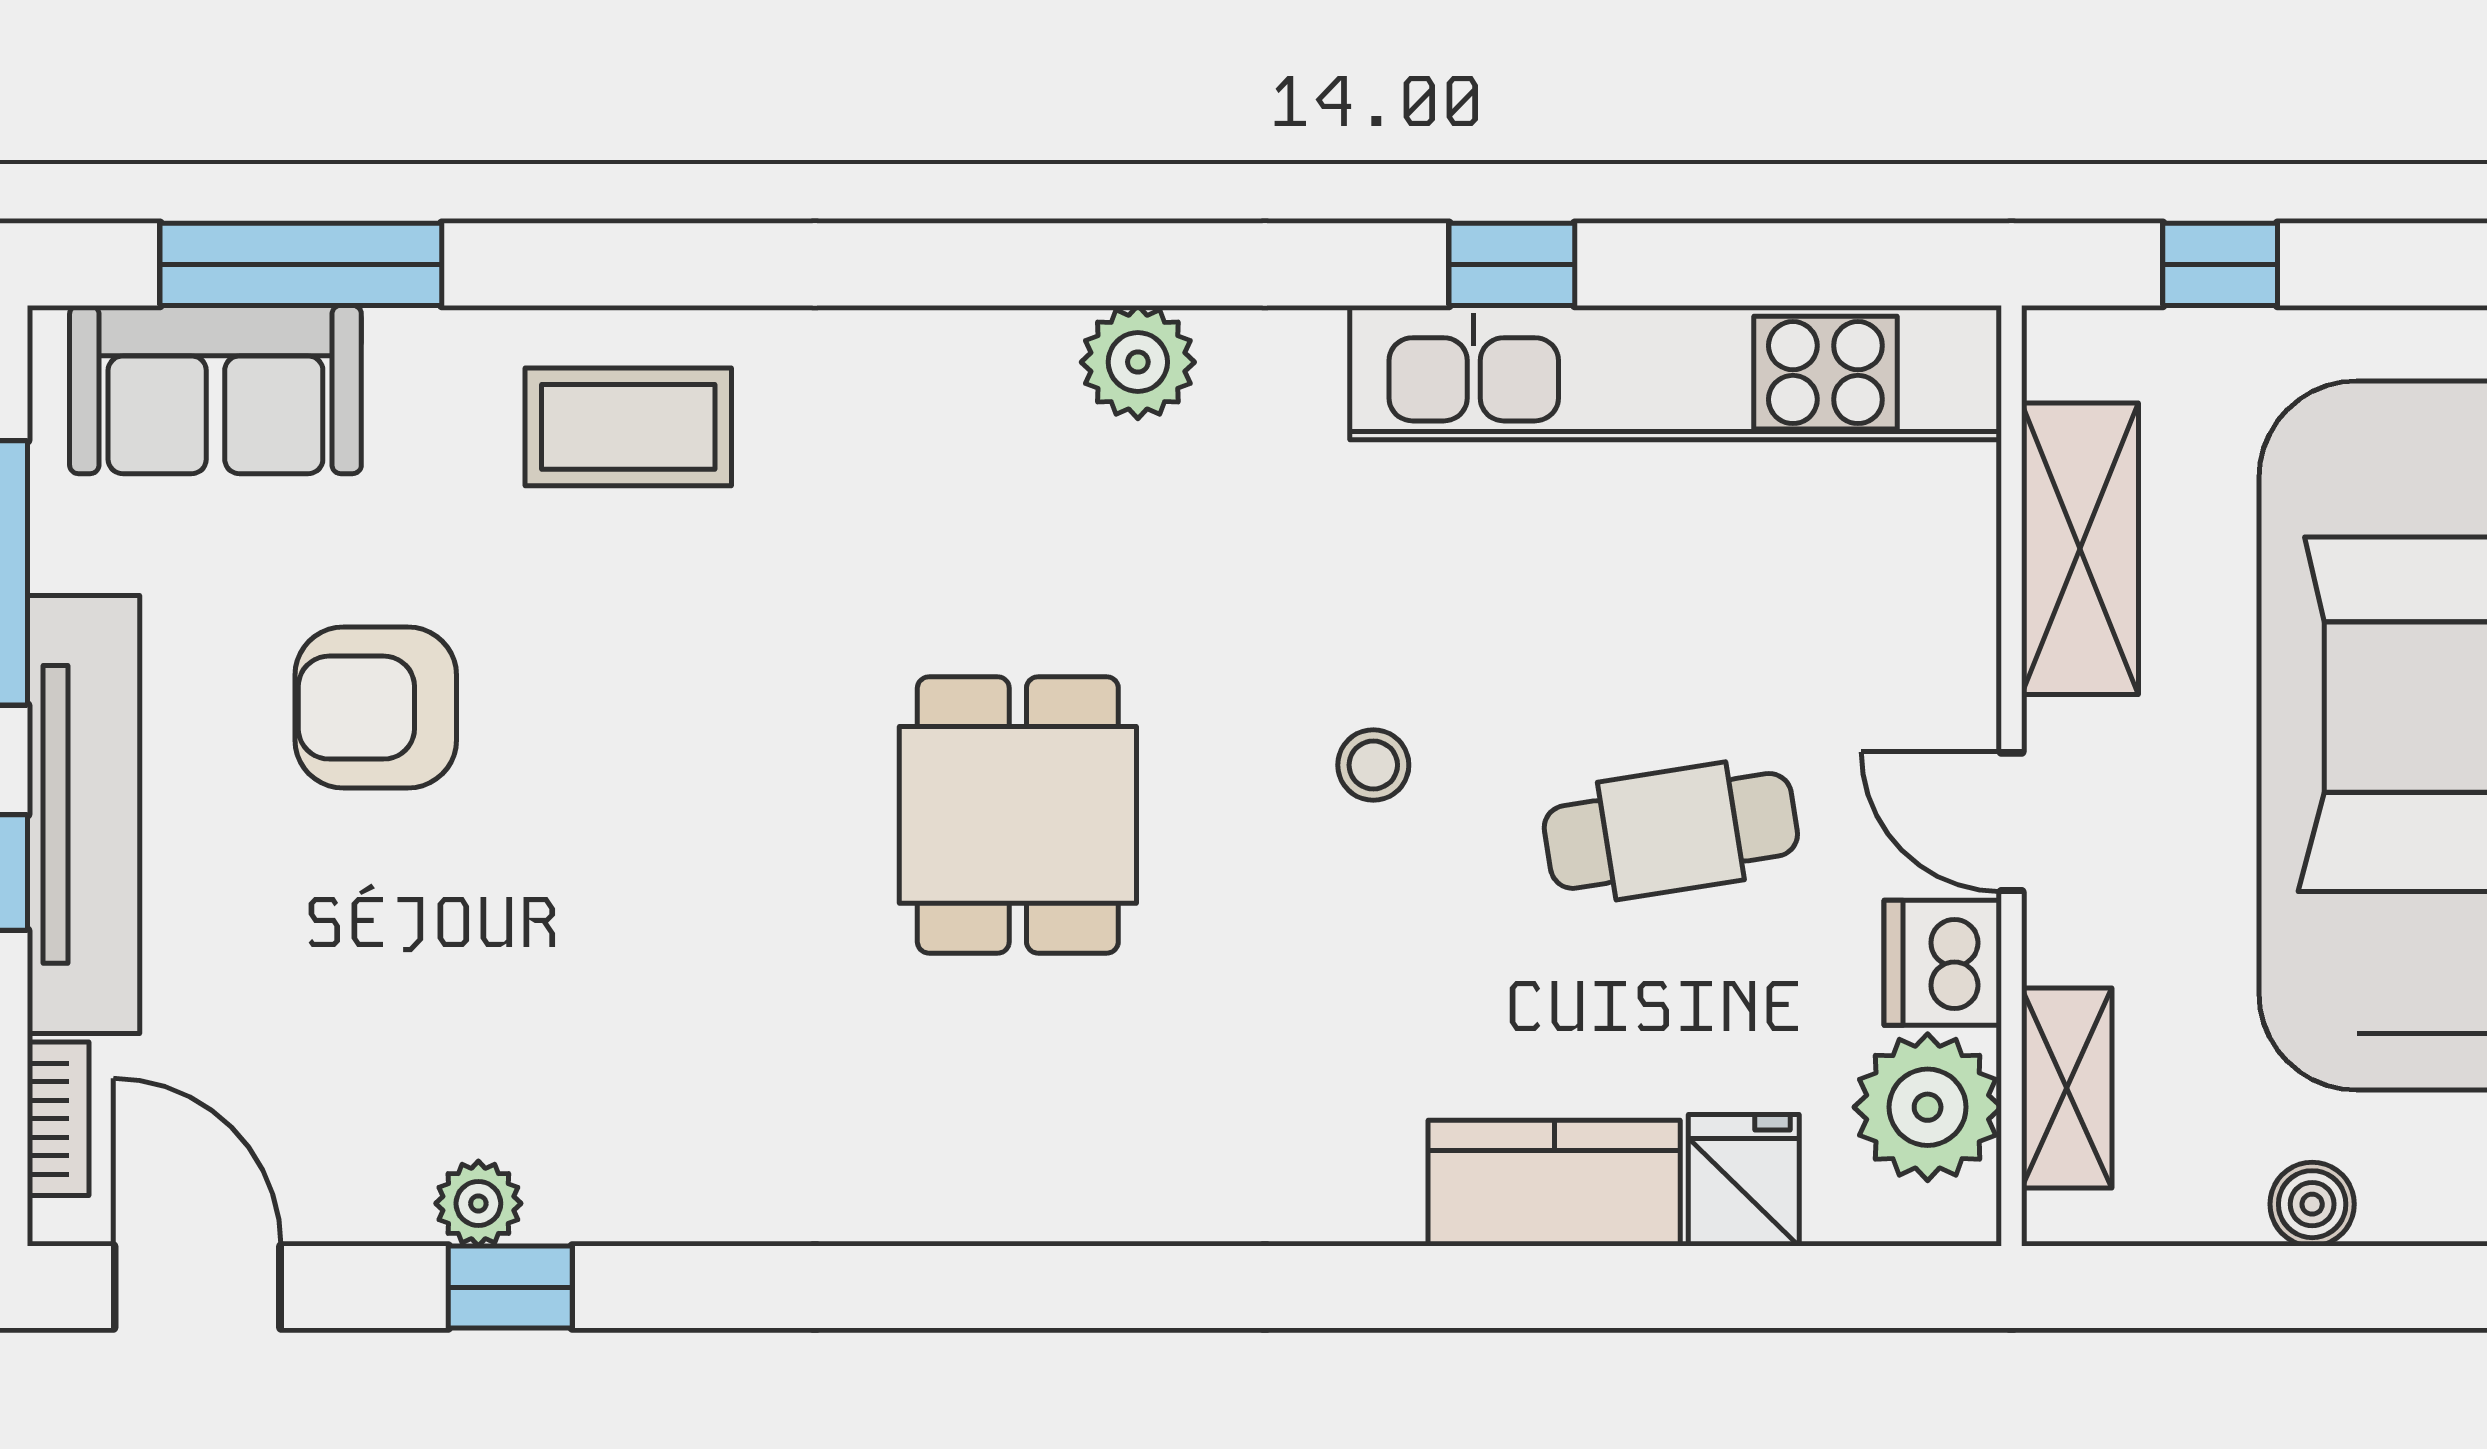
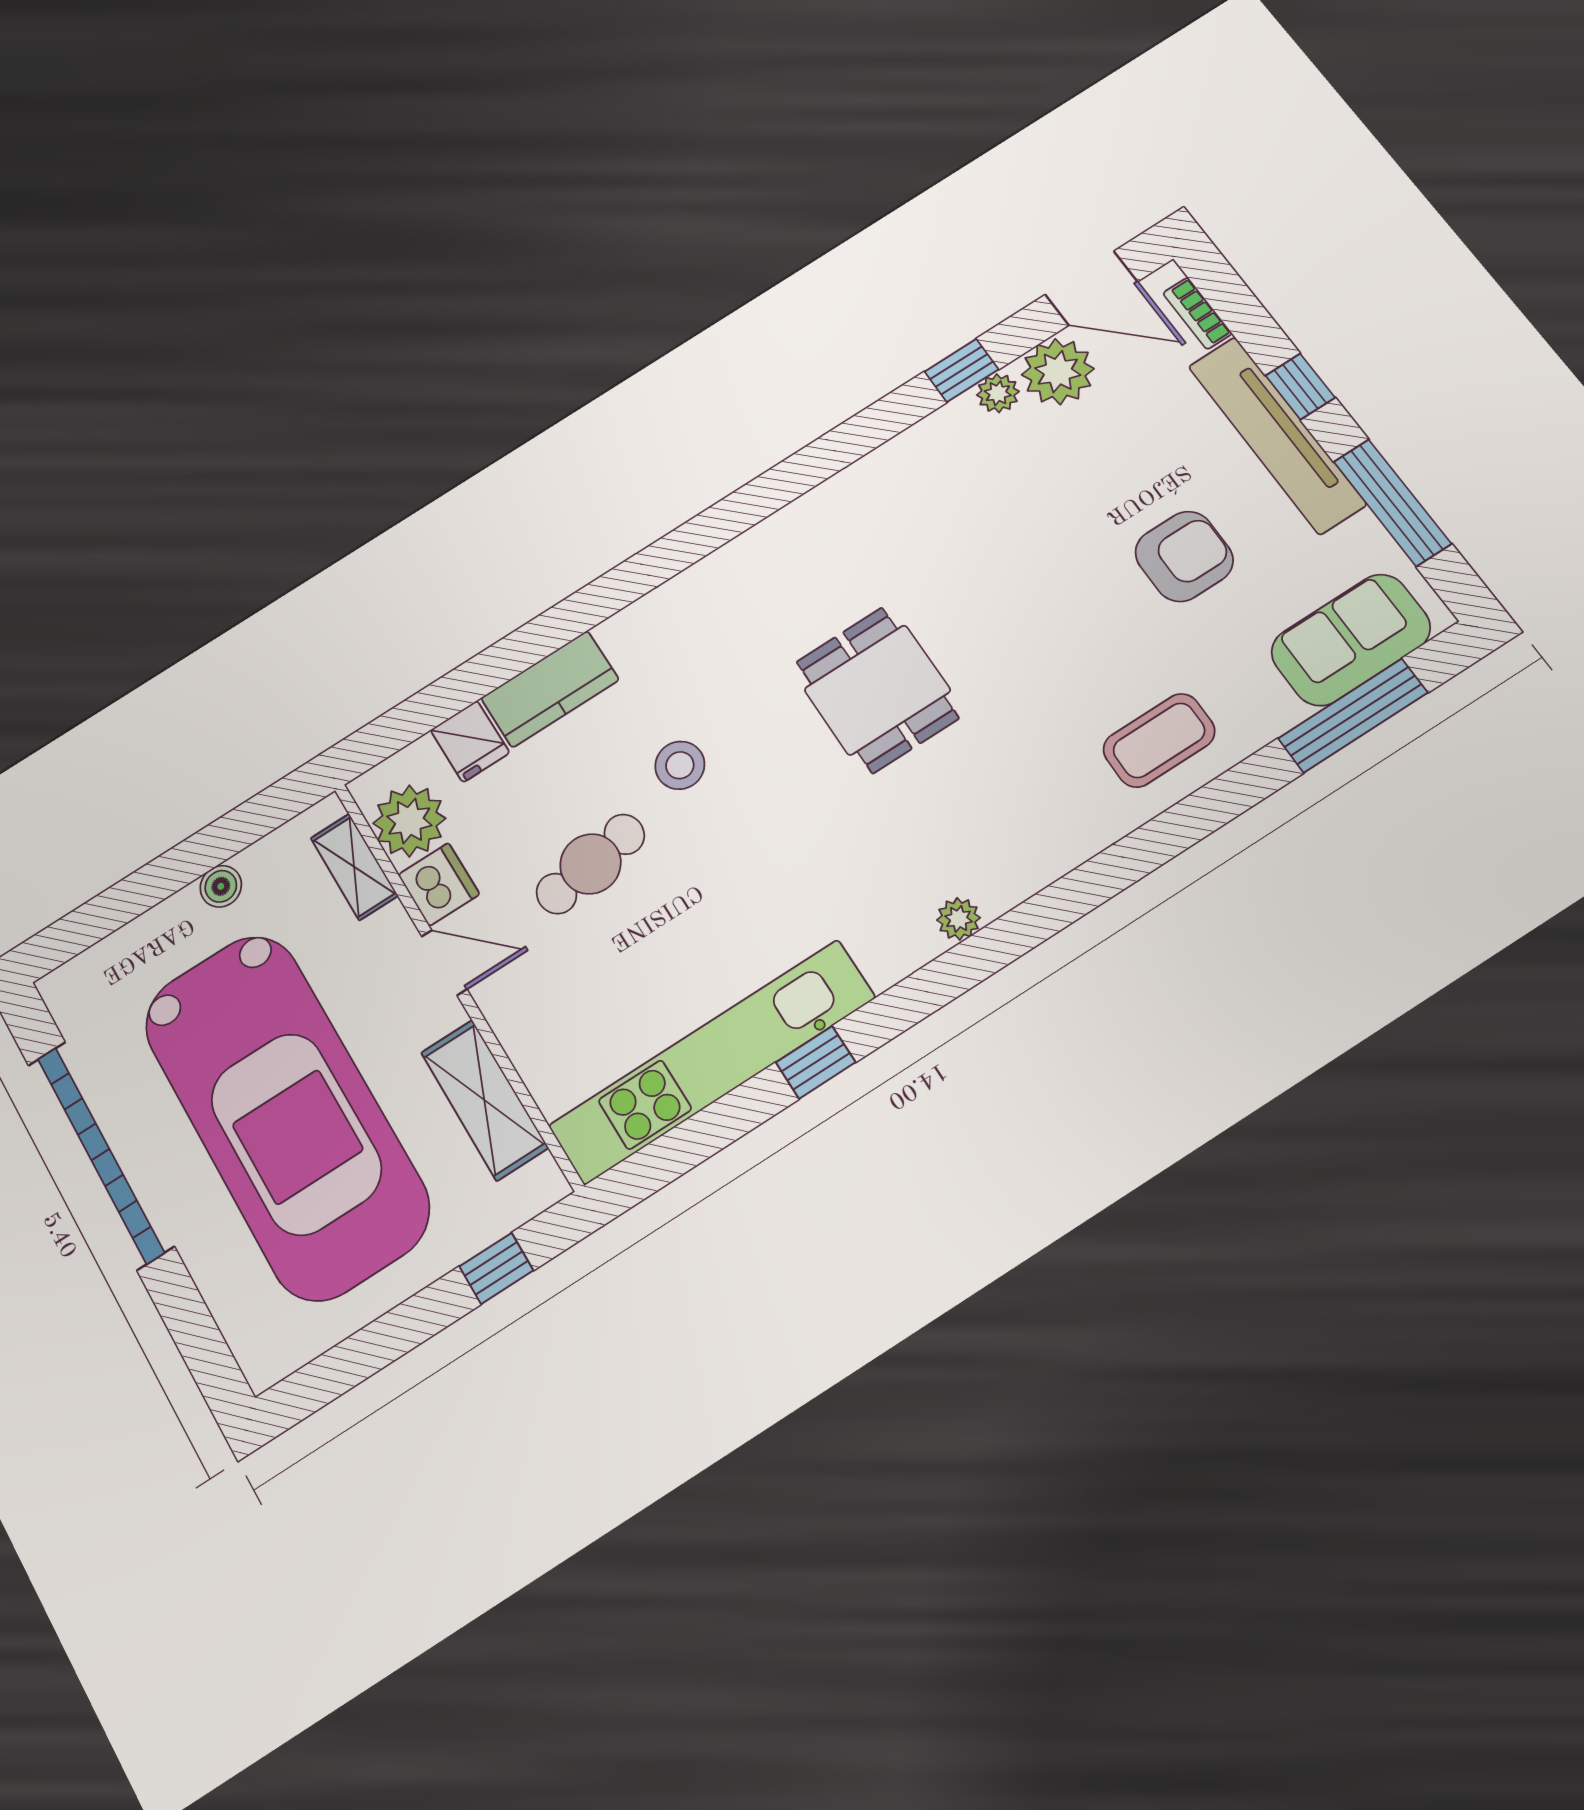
plant: (1138, 362) -> (959, 919), width x0.73, depth x0.73
stool: (1373, 765) -> (680, 765), moved, width x1.37, depth x1.37
plant: (355, 1174) -> (1058, 372), added

